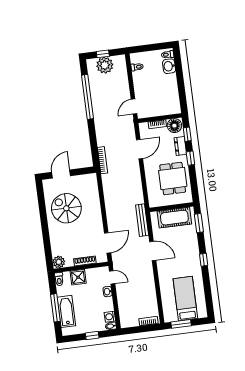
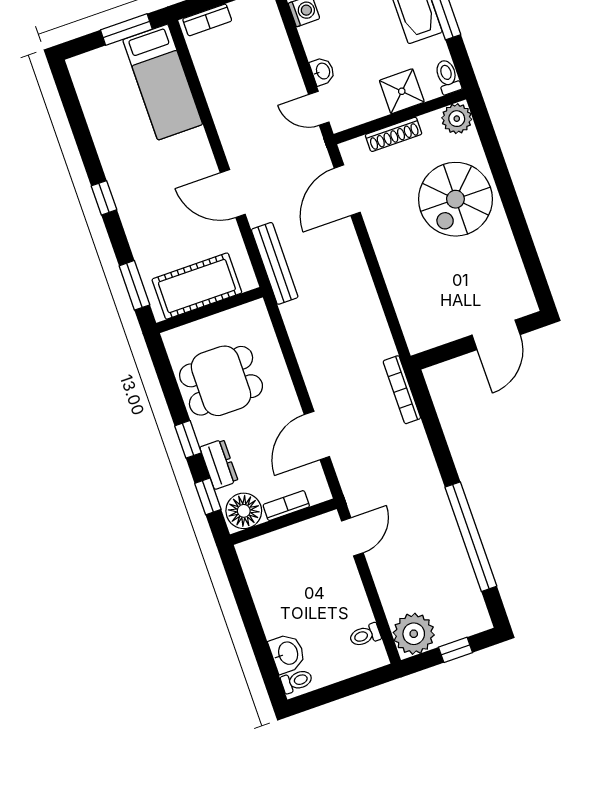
plant: (105, 65) -> (414, 634), moved
dining table: (173, 178) -> (221, 381), turned 90
spiral stairs: (66, 208) -> (455, 199), moved, turned 90
bed: (185, 299) -> (163, 82), moved

